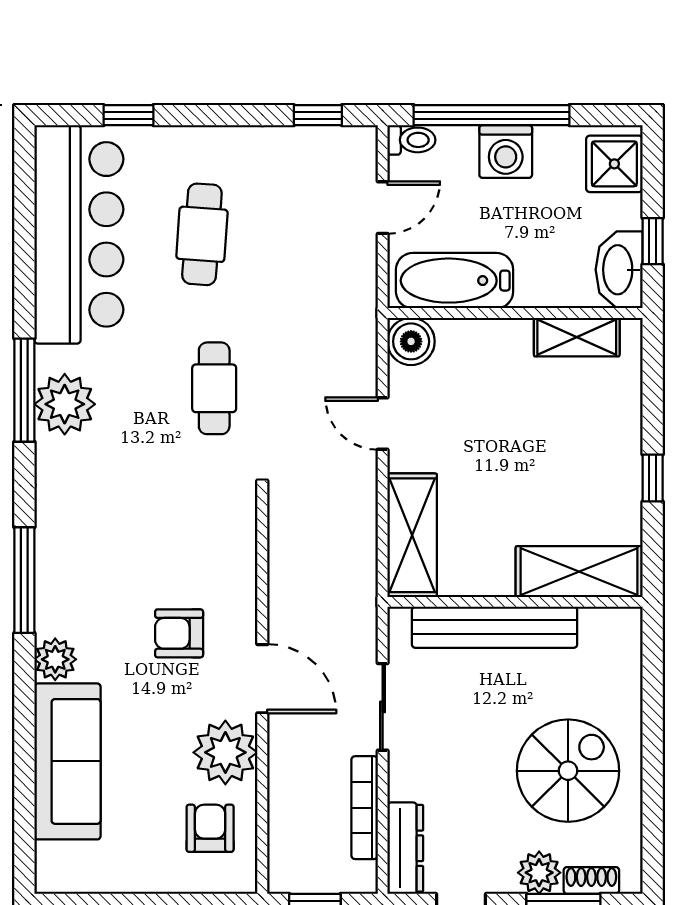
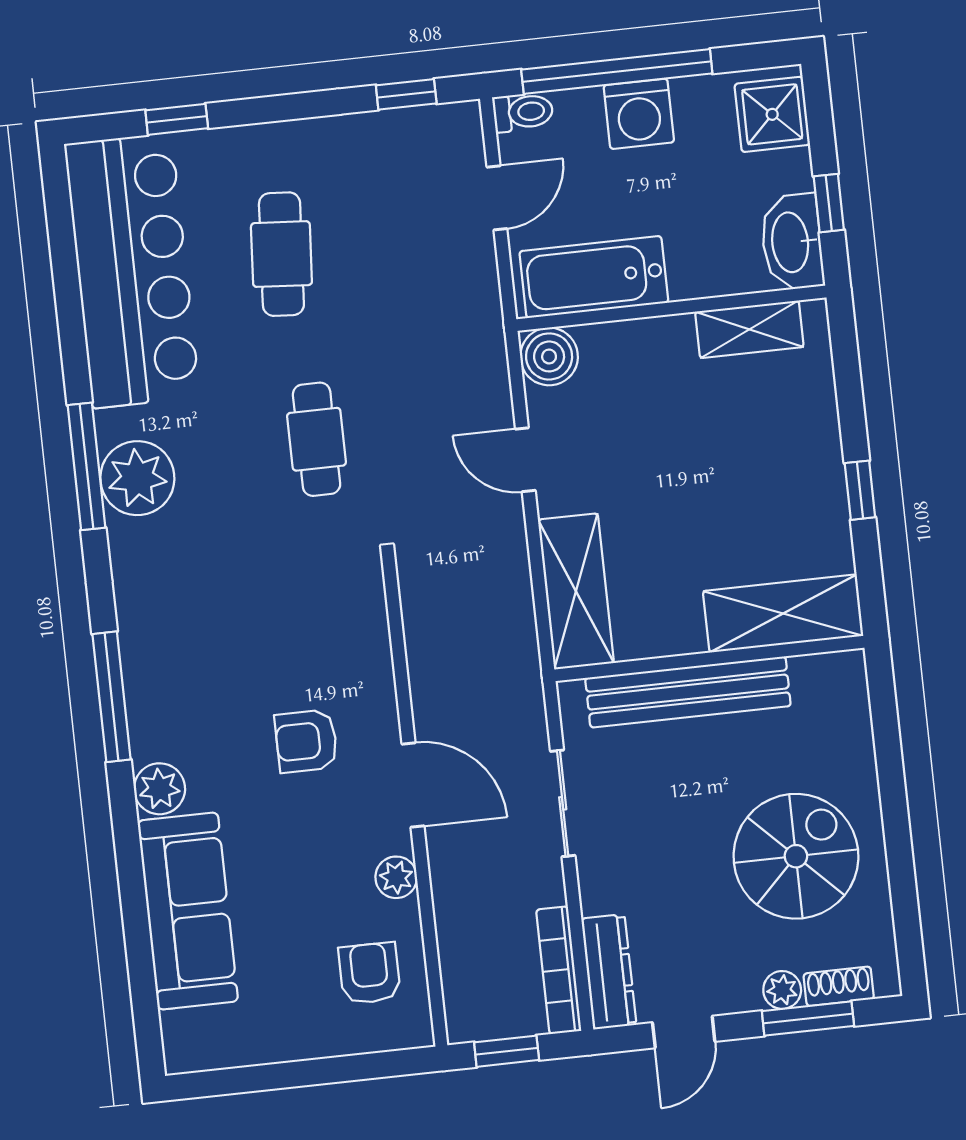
plant: (225, 752) -> (396, 877), width x0.53, depth x0.53
bookcase: (365, 808) -> (559, 970), moved
plant: (539, 873) -> (782, 990), width x0.73, depth x0.73

